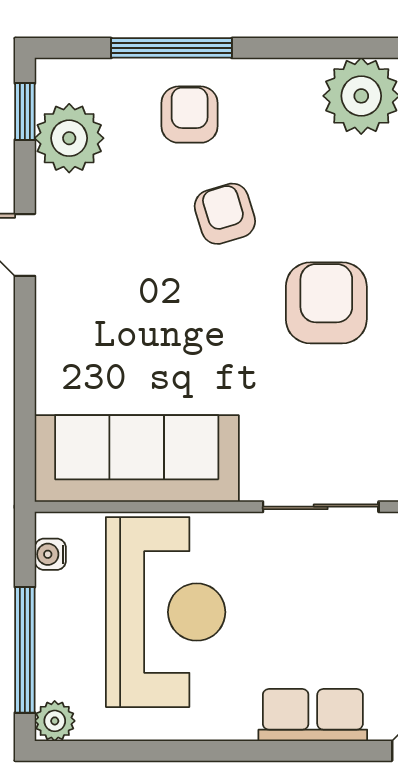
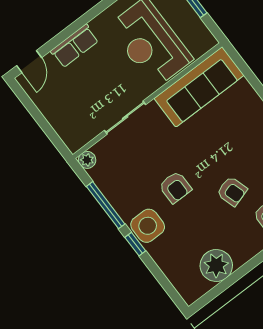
armchair: (326, 303) -> (175, 187), width x0.72, depth x0.72
water cooler: (50, 554) -> (204, 33), removed

